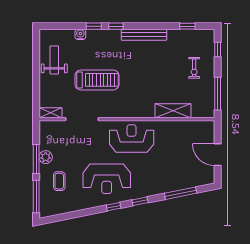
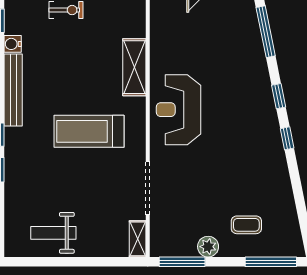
water cooler: (80, 34) -> (13, 44), moved
treadmill: (97, 80) -> (89, 131), moved, turned -90
shelving: (173, 111) -> (134, 67), moved
window: (36, 159) -> (182, 262), moved
reception desk: (107, 179) -> (243, 149), removed

